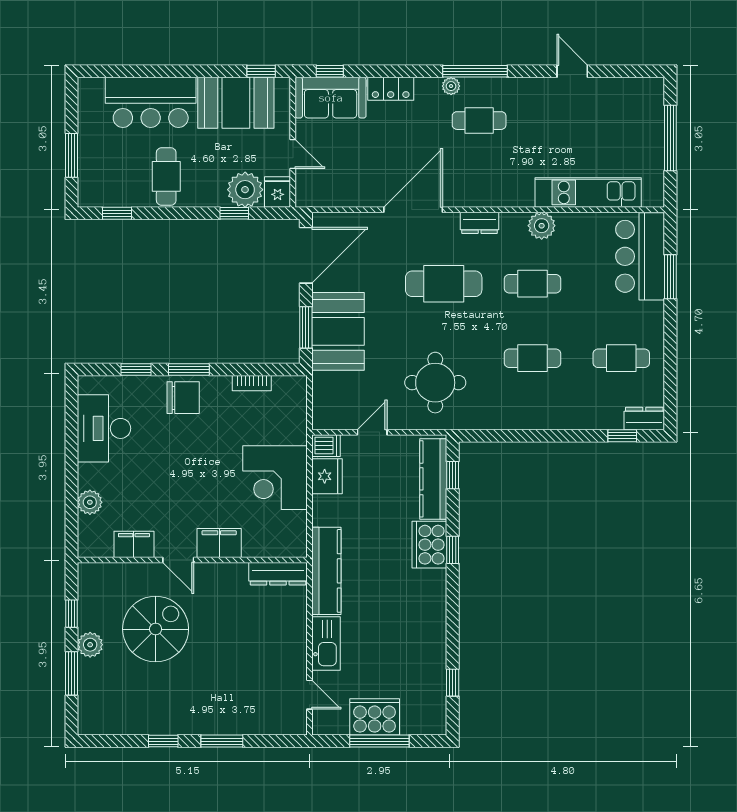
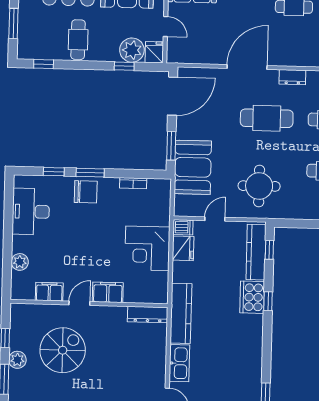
booth: (338, 331) -> (193, 167), moved
door: (178, 560) -> (79, 303), swing flipped

